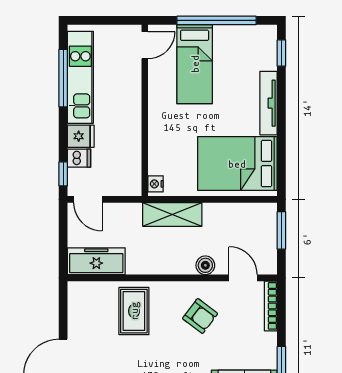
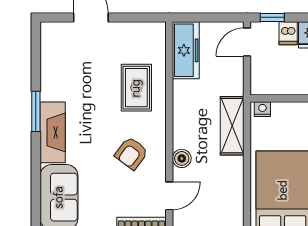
rug: (134, 311) -> (136, 88), turned 90

